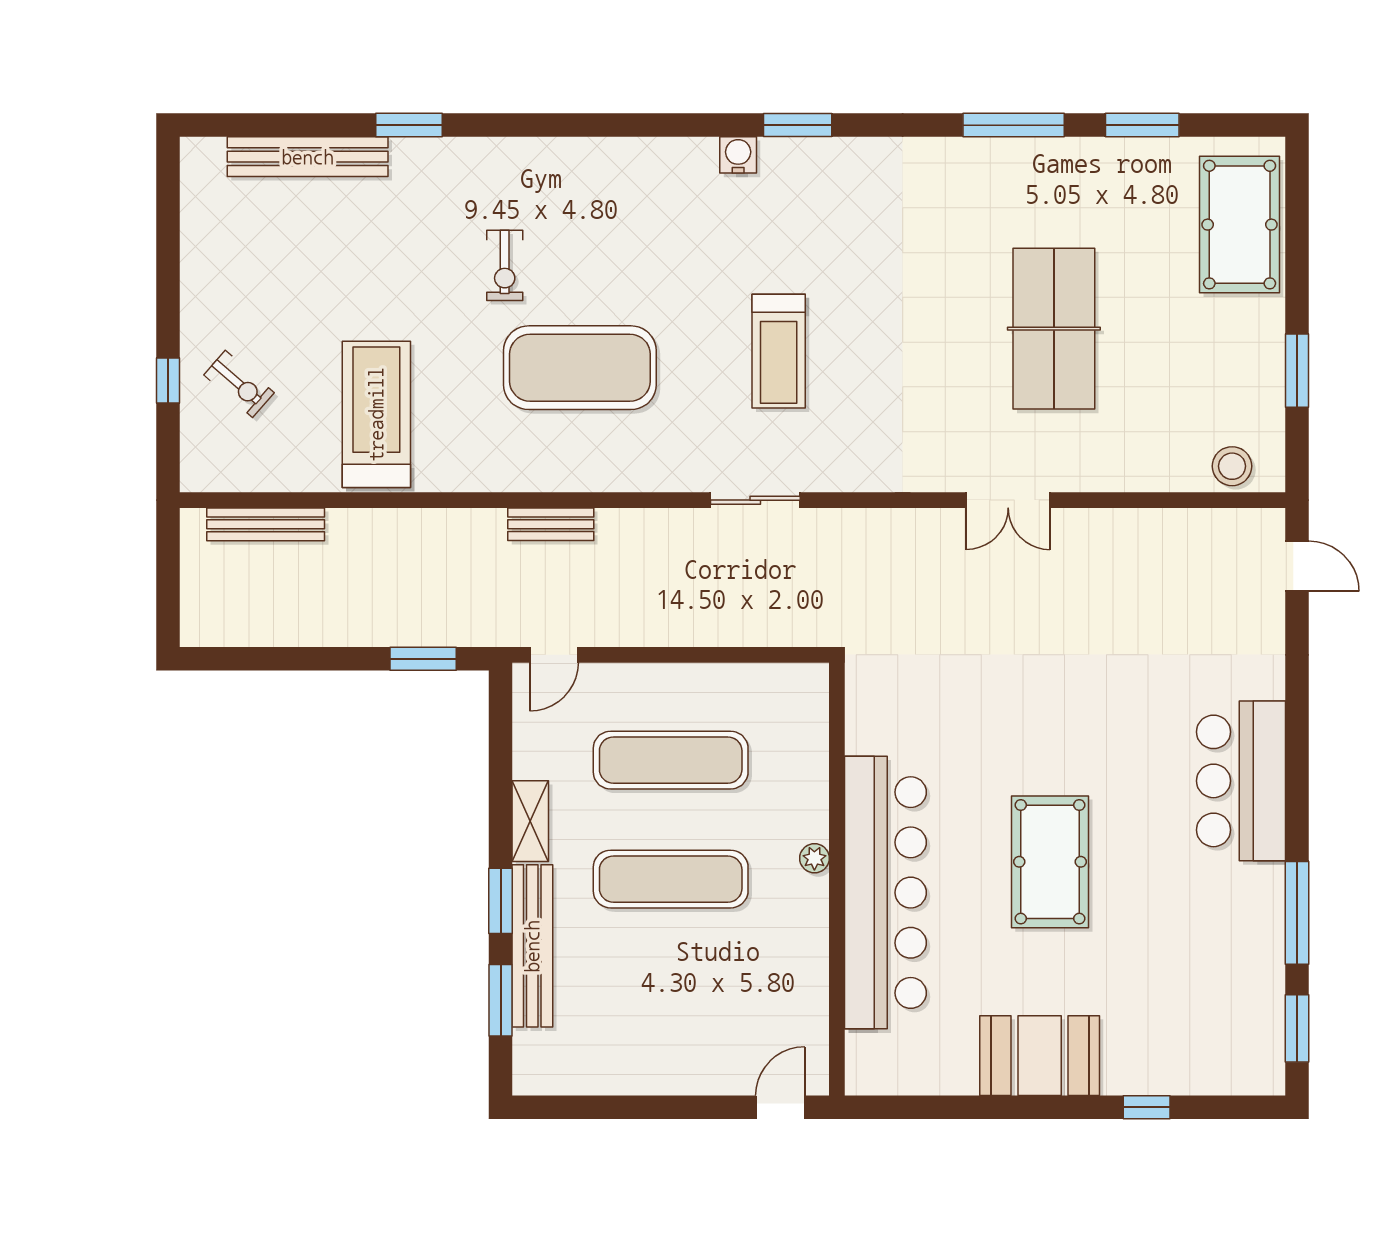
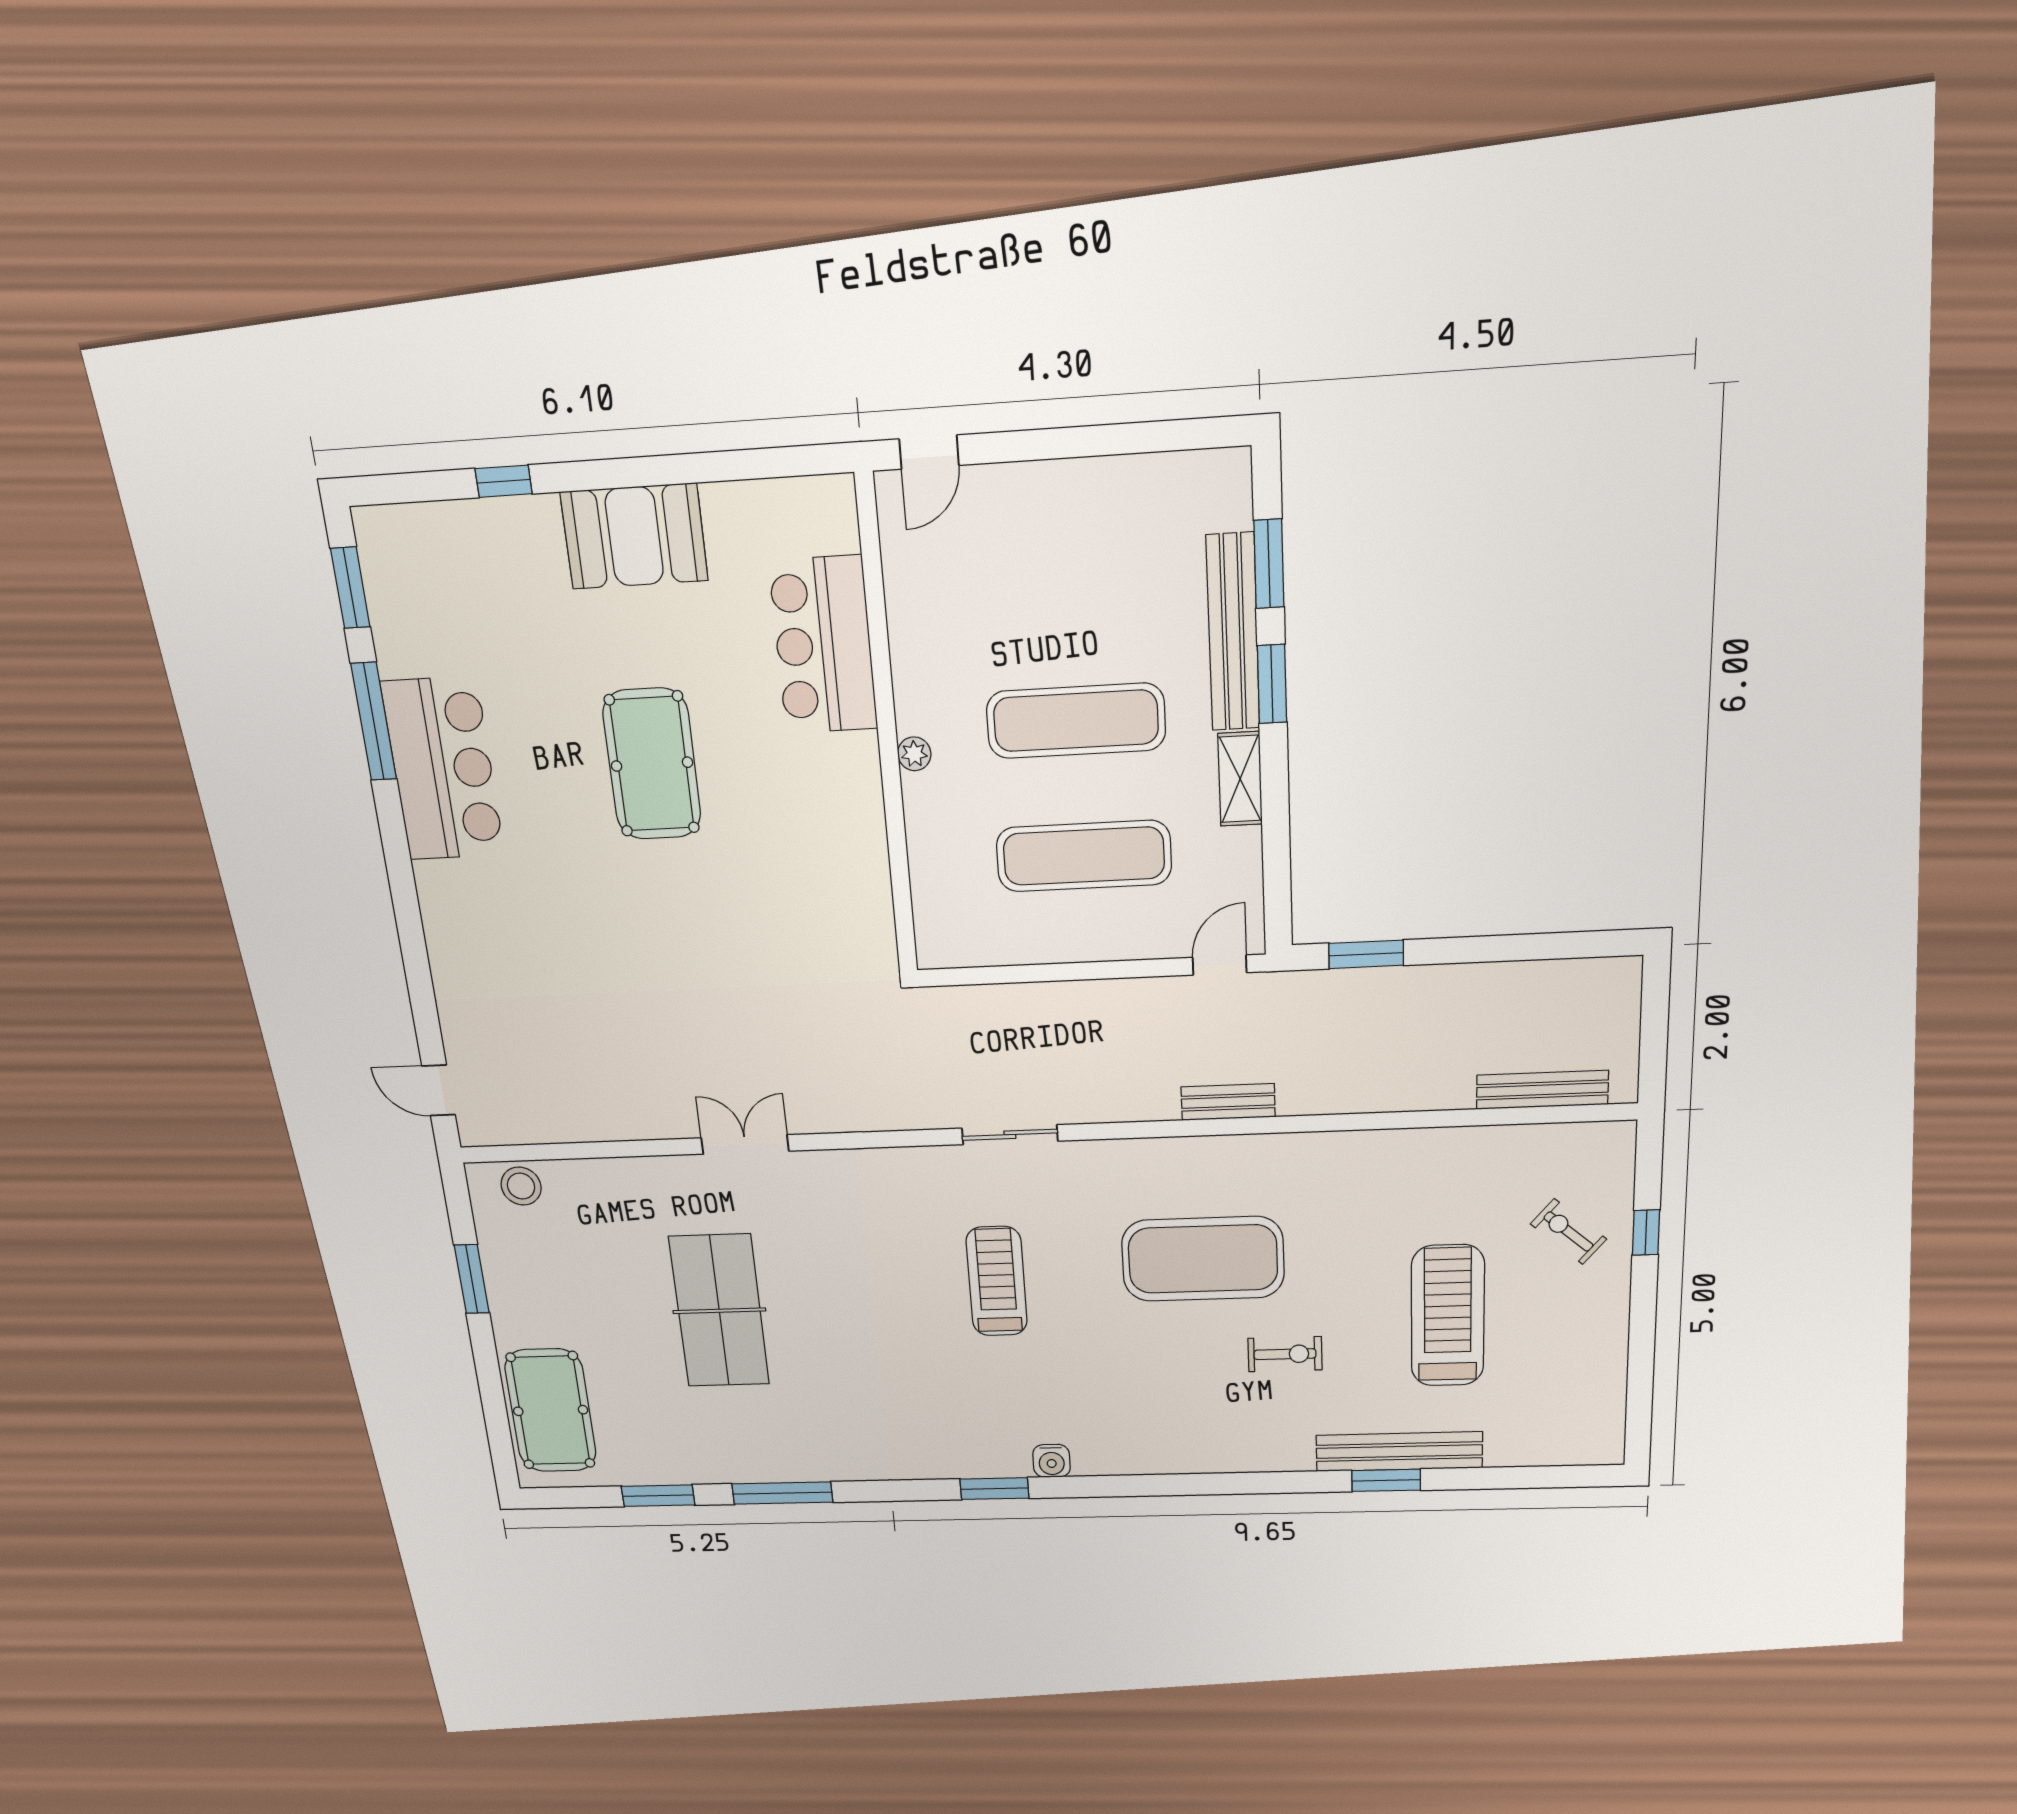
bench: (308, 157) -> (1399, 1452), moved
exercise bike: (505, 265) -> (1285, 1354), turned 90
treadmill: (376, 414) -> (1448, 1316), moved, turned 180
bar counter: (1241, 781) -> (443, 769), moved
bar counter: (885, 893) -> (824, 645), width x0.54

